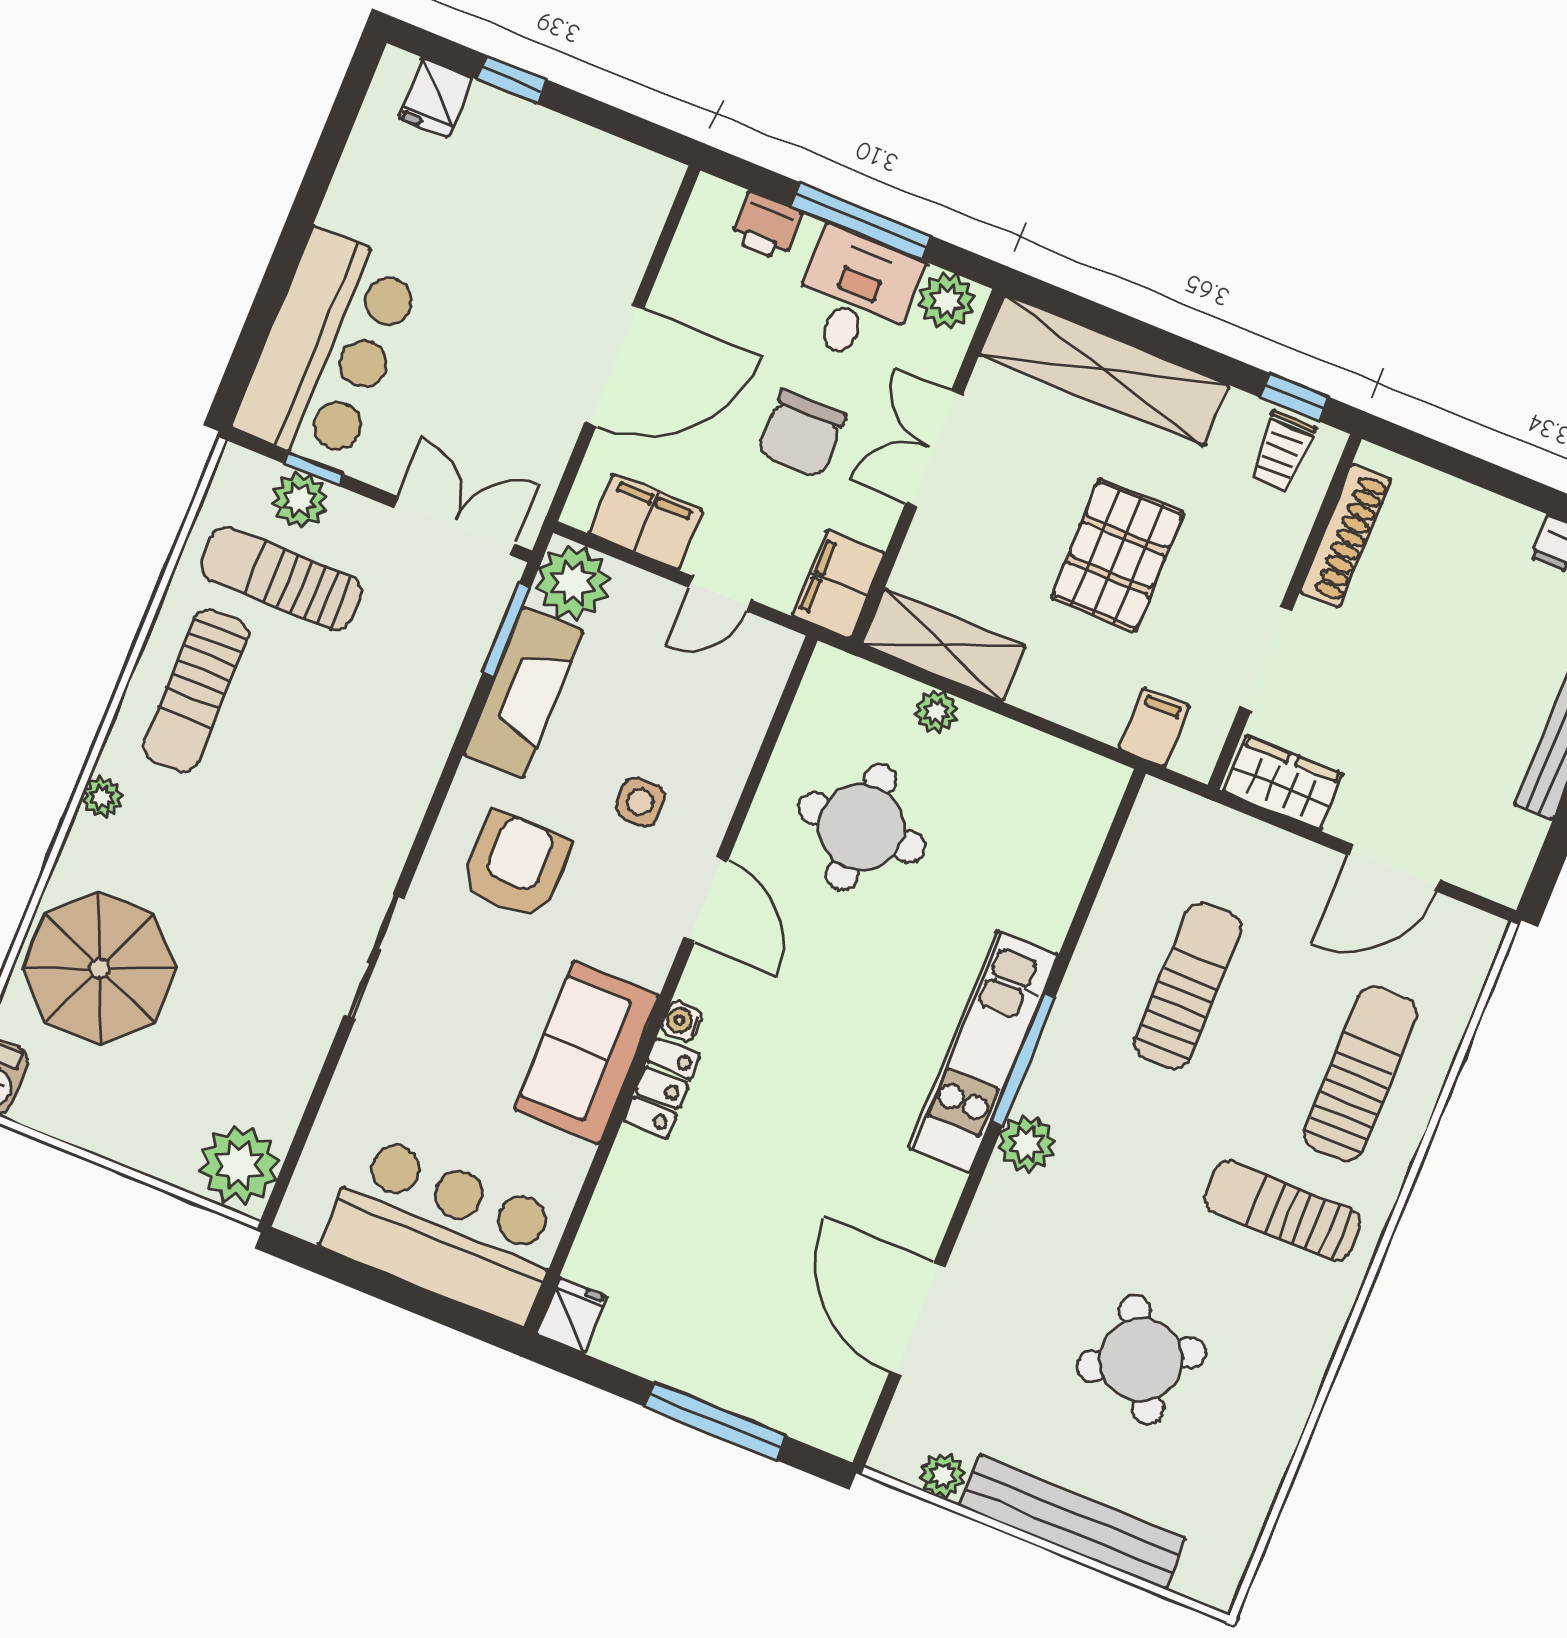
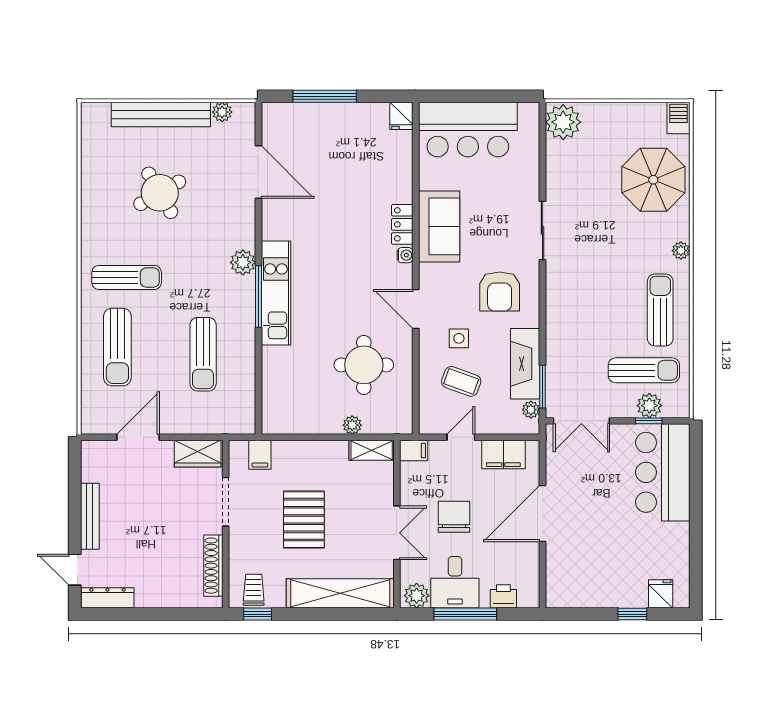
plant: (573, 583) -> (531, 410), width x0.53, depth x0.53
filing cabinet: (839, 584) -> (414, 451), width x0.50
shelving: (944, 645) -> (372, 450), width x0.67, depth x0.75
coffee table: (672, 710) -> (461, 381), added

